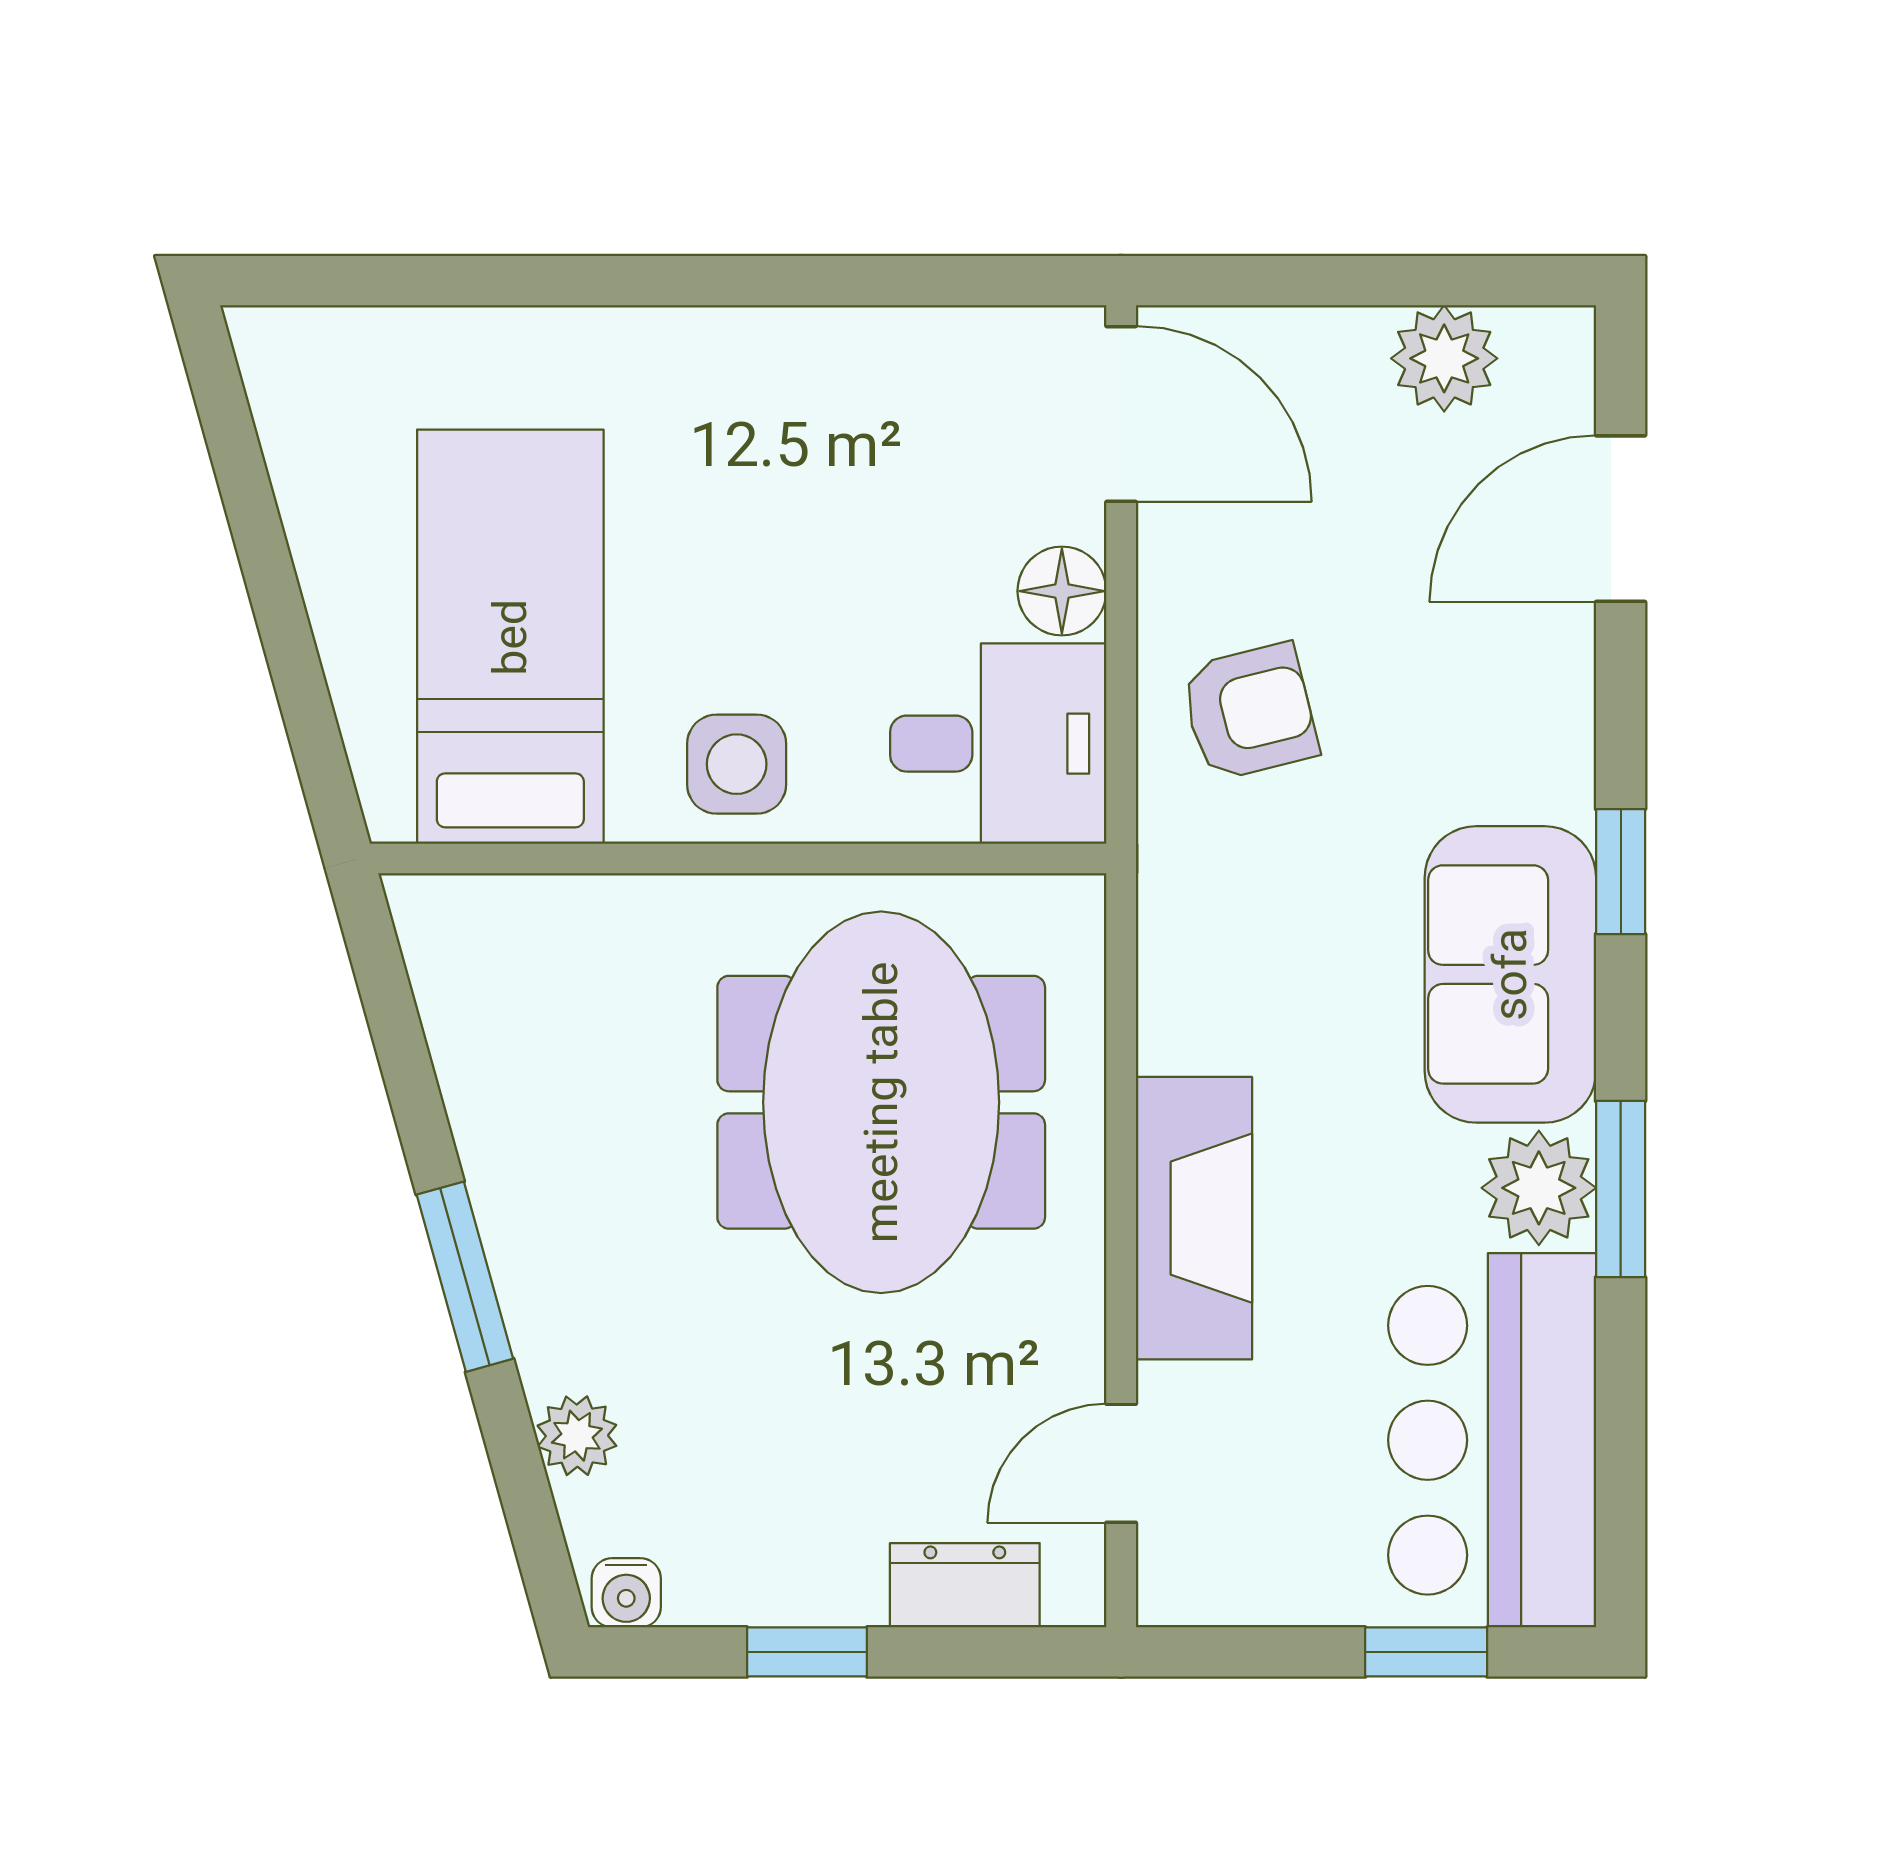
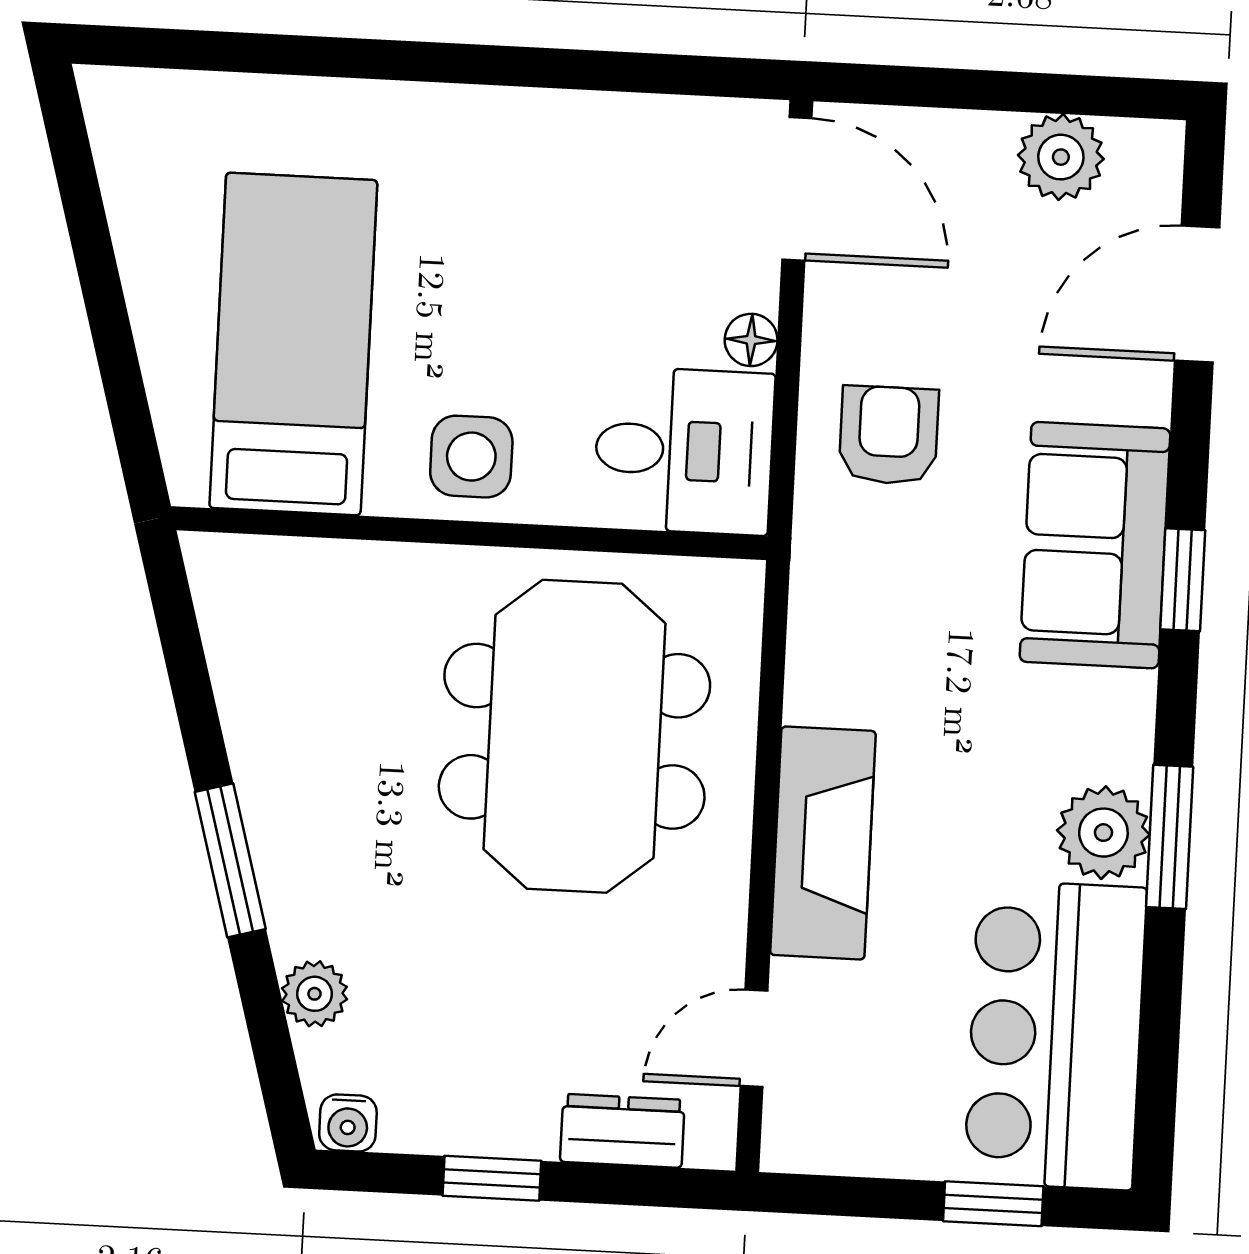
floor lamp: (1062, 591) -> (751, 340), width x0.73, depth x0.73
armchair: (1249, 712) -> (889, 435), turned -76
sofa: (1510, 974) -> (1095, 545), moved

